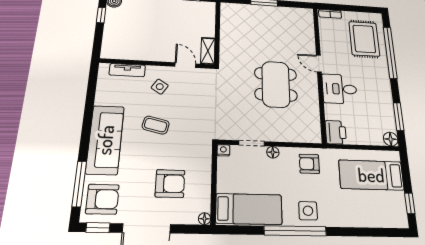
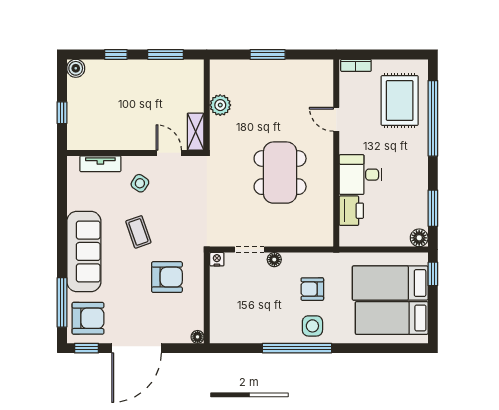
window: (101, 15) -> (62, 113), moved
plant: (228, 33) -> (220, 105), added
door: (319, 64) -> (336, 119), moved
coffee table: (156, 125) -> (138, 232), turned 58
printer: (336, 132) -> (351, 211), moved
armchair: (309, 164) -> (312, 289), moved
armchair: (170, 184) -> (167, 277), moved
window: (410, 203) -> (433, 274), moved
bed: (249, 209) -> (392, 318), moved, turned 180

